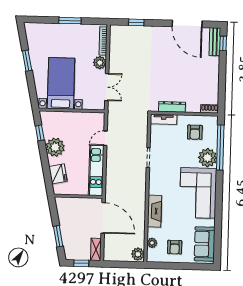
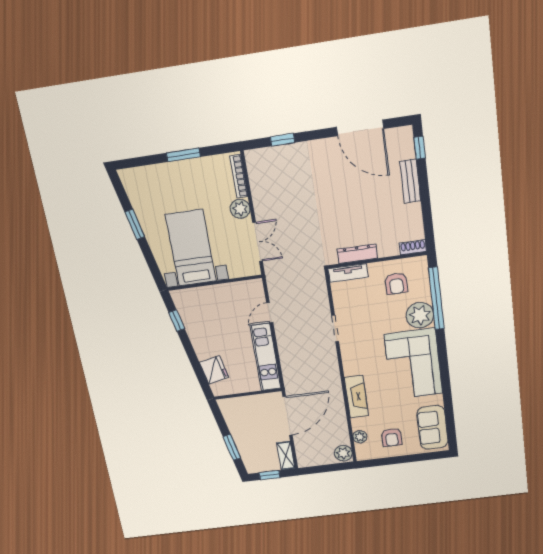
bench: (215, 42) -> (410, 181), moved
plant: (55, 147) -> (202, 336), removed
door: (103, 218) -> (287, 416), hinge flipped

